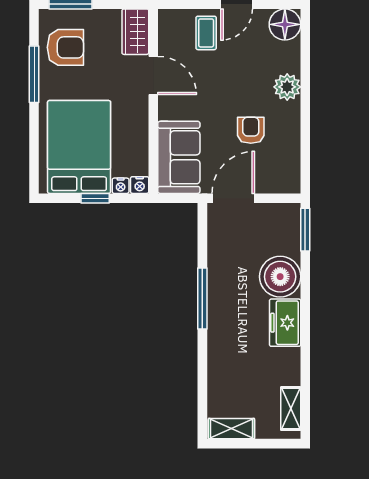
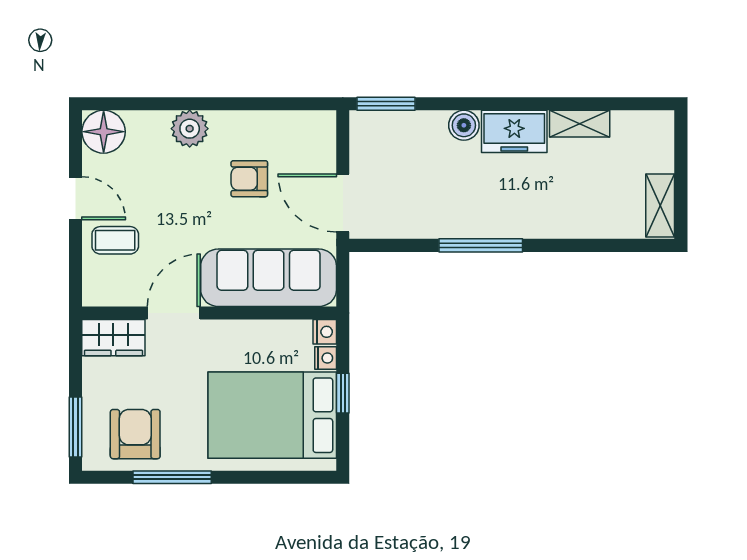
sofa: (179, 157) -> (269, 278), width x1.36
boiler: (280, 277) -> (464, 125), width x0.54, depth x0.54
shelving: (291, 409) -> (580, 124), moved

